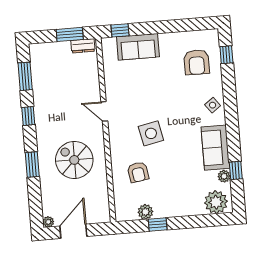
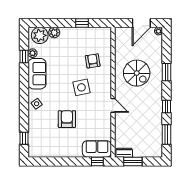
sofa: (138, 47) -> (97, 149), moved
armchair: (197, 62) -> (67, 119), moved
plant: (145, 212) -> (54, 33), moved

